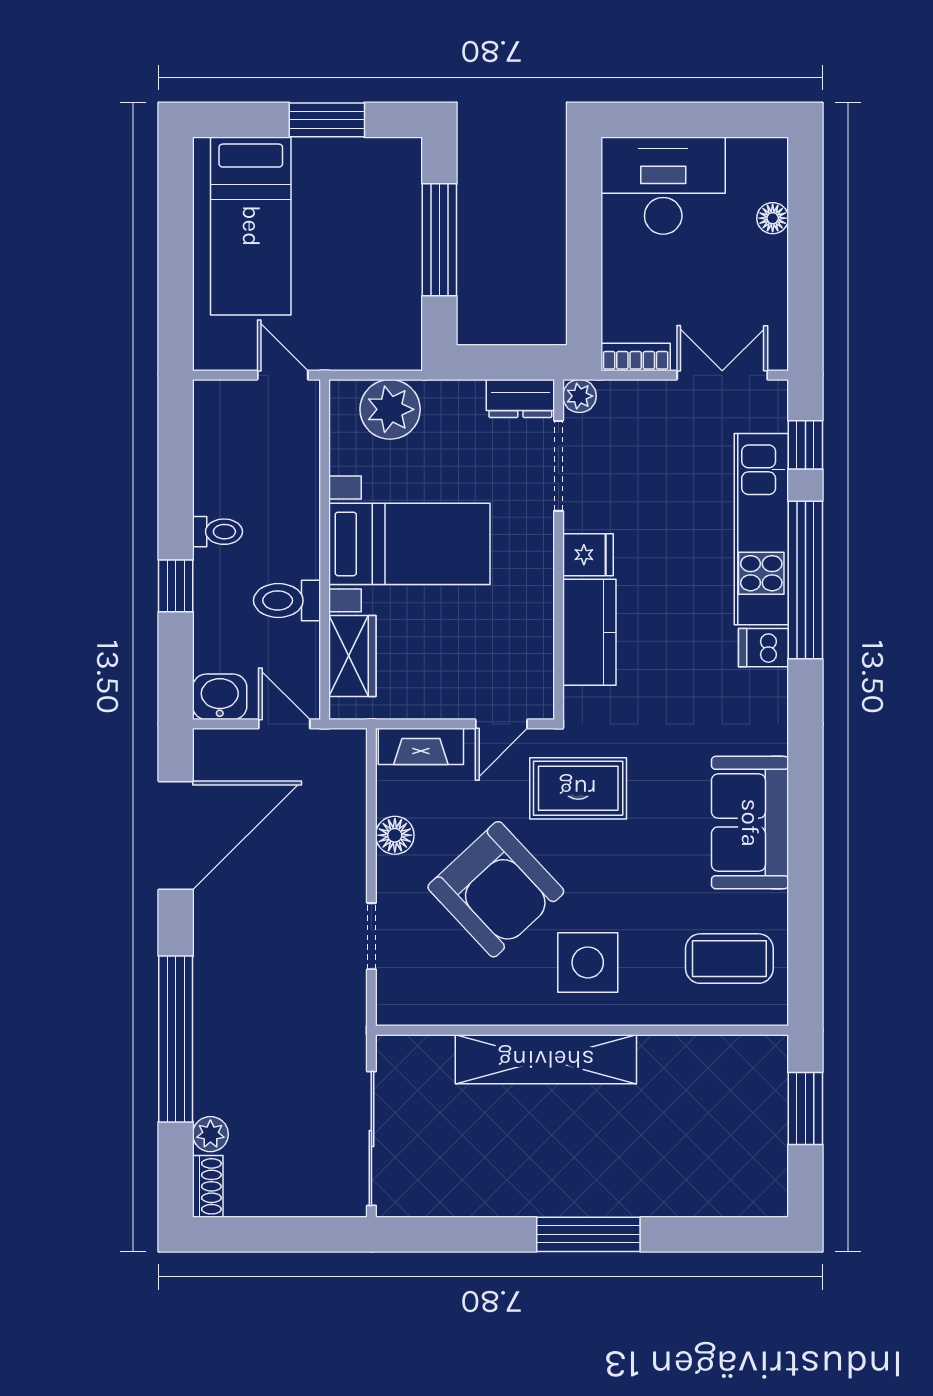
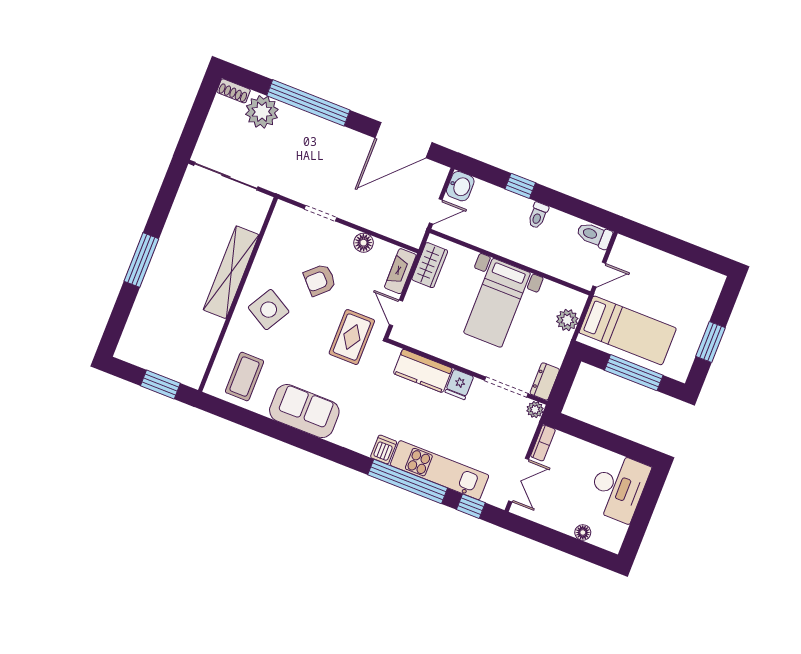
bed: (251, 226) -> (628, 330), moved, turned 180
plant: (390, 409) -> (567, 320), width x0.73, depth x0.73
toilet: (287, 600) -> (594, 235), moved, turned -90
wardrobe: (352, 656) -> (430, 265), moved, turned -90
door: (176, 835) -> (404, 140), hinge flipped
armchair: (496, 889) -> (320, 280), width x0.53, depth x0.53
side table: (588, 962) -> (269, 310), turned 30
plant: (210, 1134) -> (262, 112), width x1.88, depth x1.88

